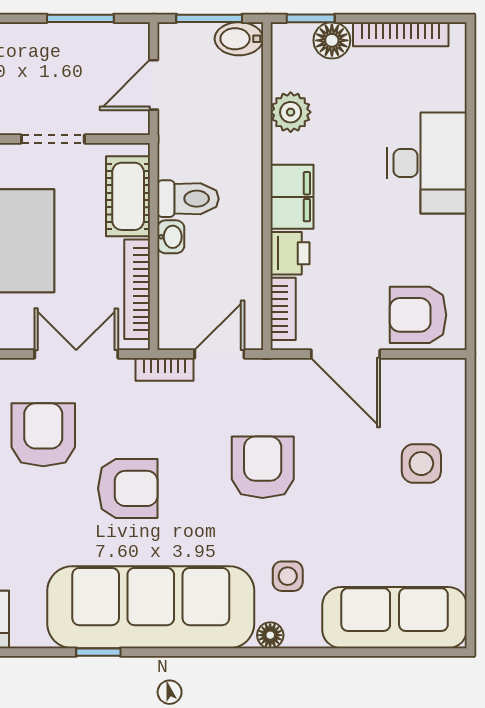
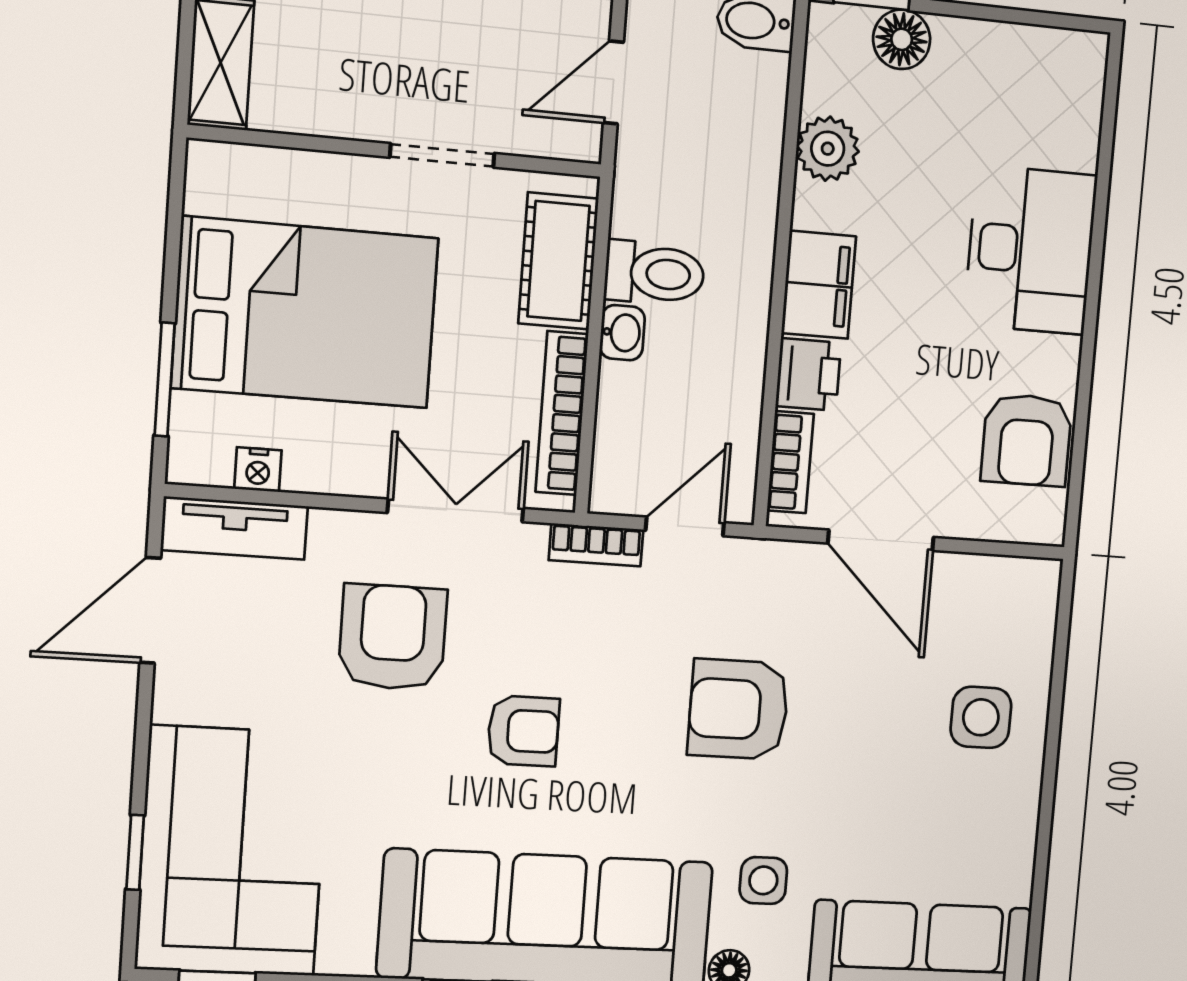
bookcase: (401, 34) -> (1009, 41), removed
armchair: (418, 315) -> (1027, 440), moved, turned -90
armchair: (263, 467) -> (738, 709), turned -90
armchair: (128, 488) -> (523, 731), width x0.72, depth x0.72

